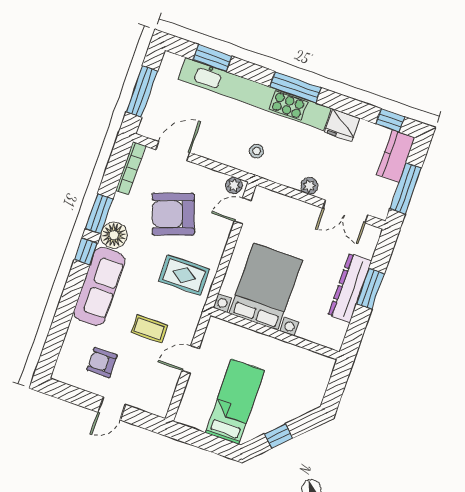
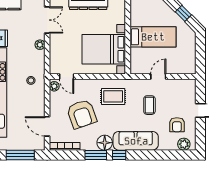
rug: (184, 275) -> (113, 96), turned 90
door: (191, 359) -> (158, 77), swing flipped
plant: (67, 363) -> (184, 144), added
bed: (235, 402) -> (153, 37), moved, turned 180

